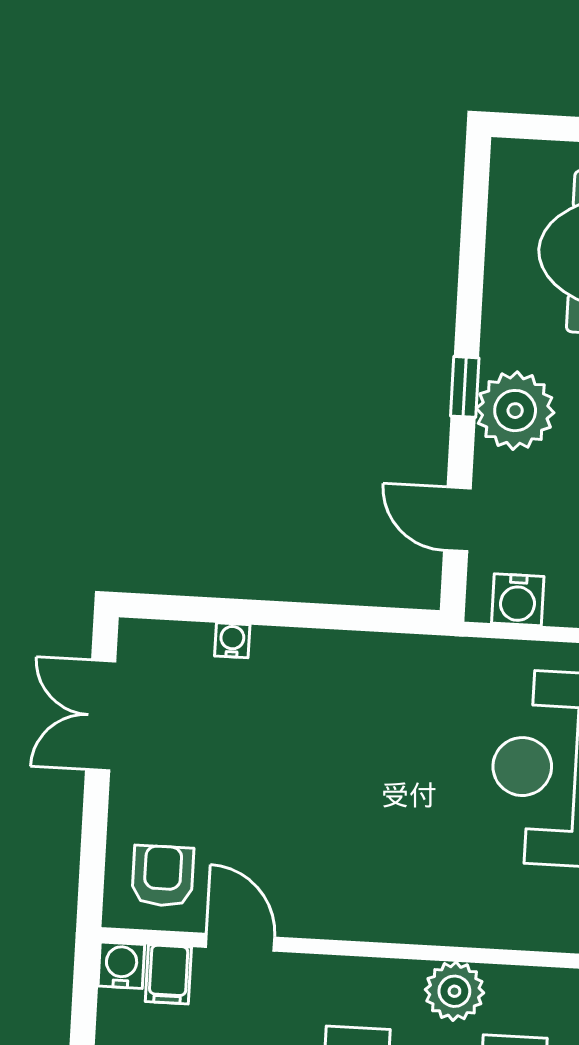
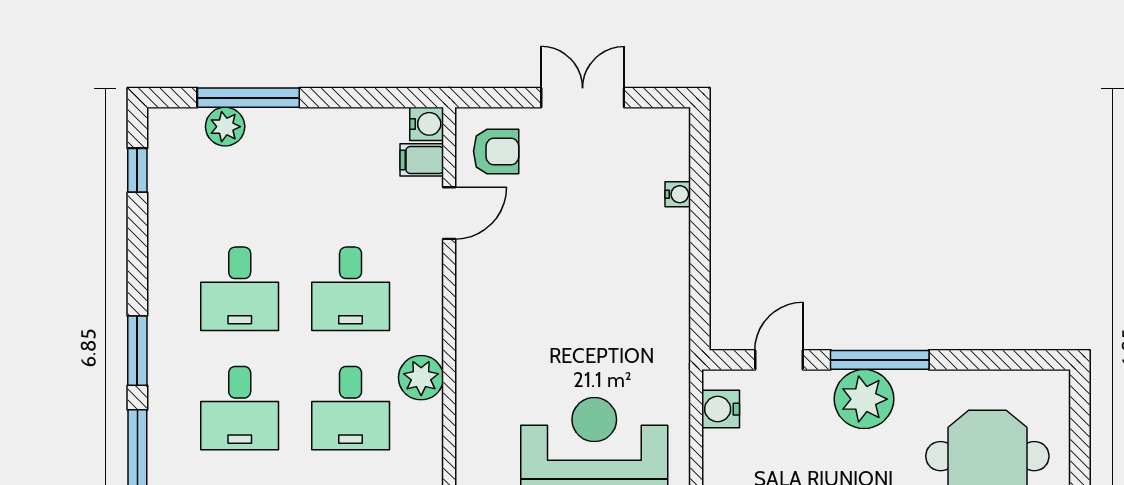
window: (465, 387) -> (880, 360), width x2.17
double door: (101, 715) -> (583, 98), moved

